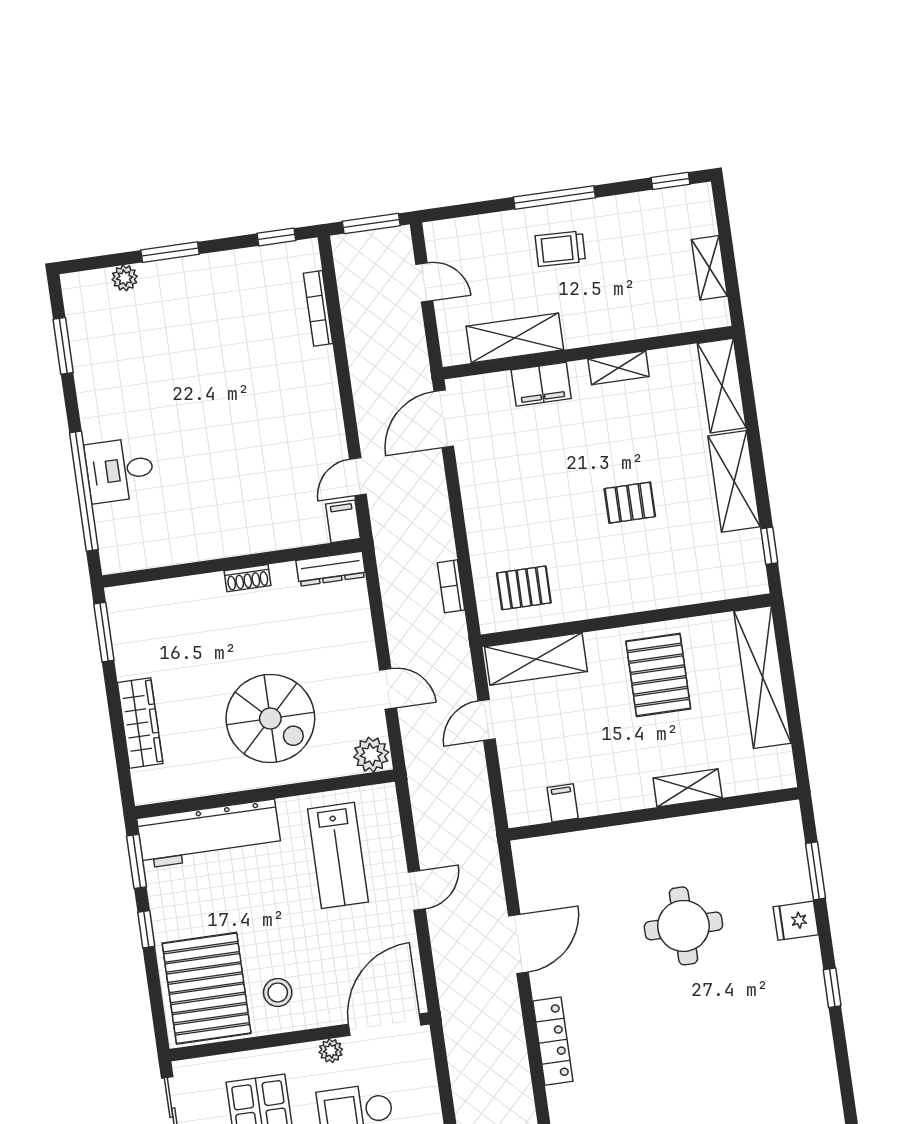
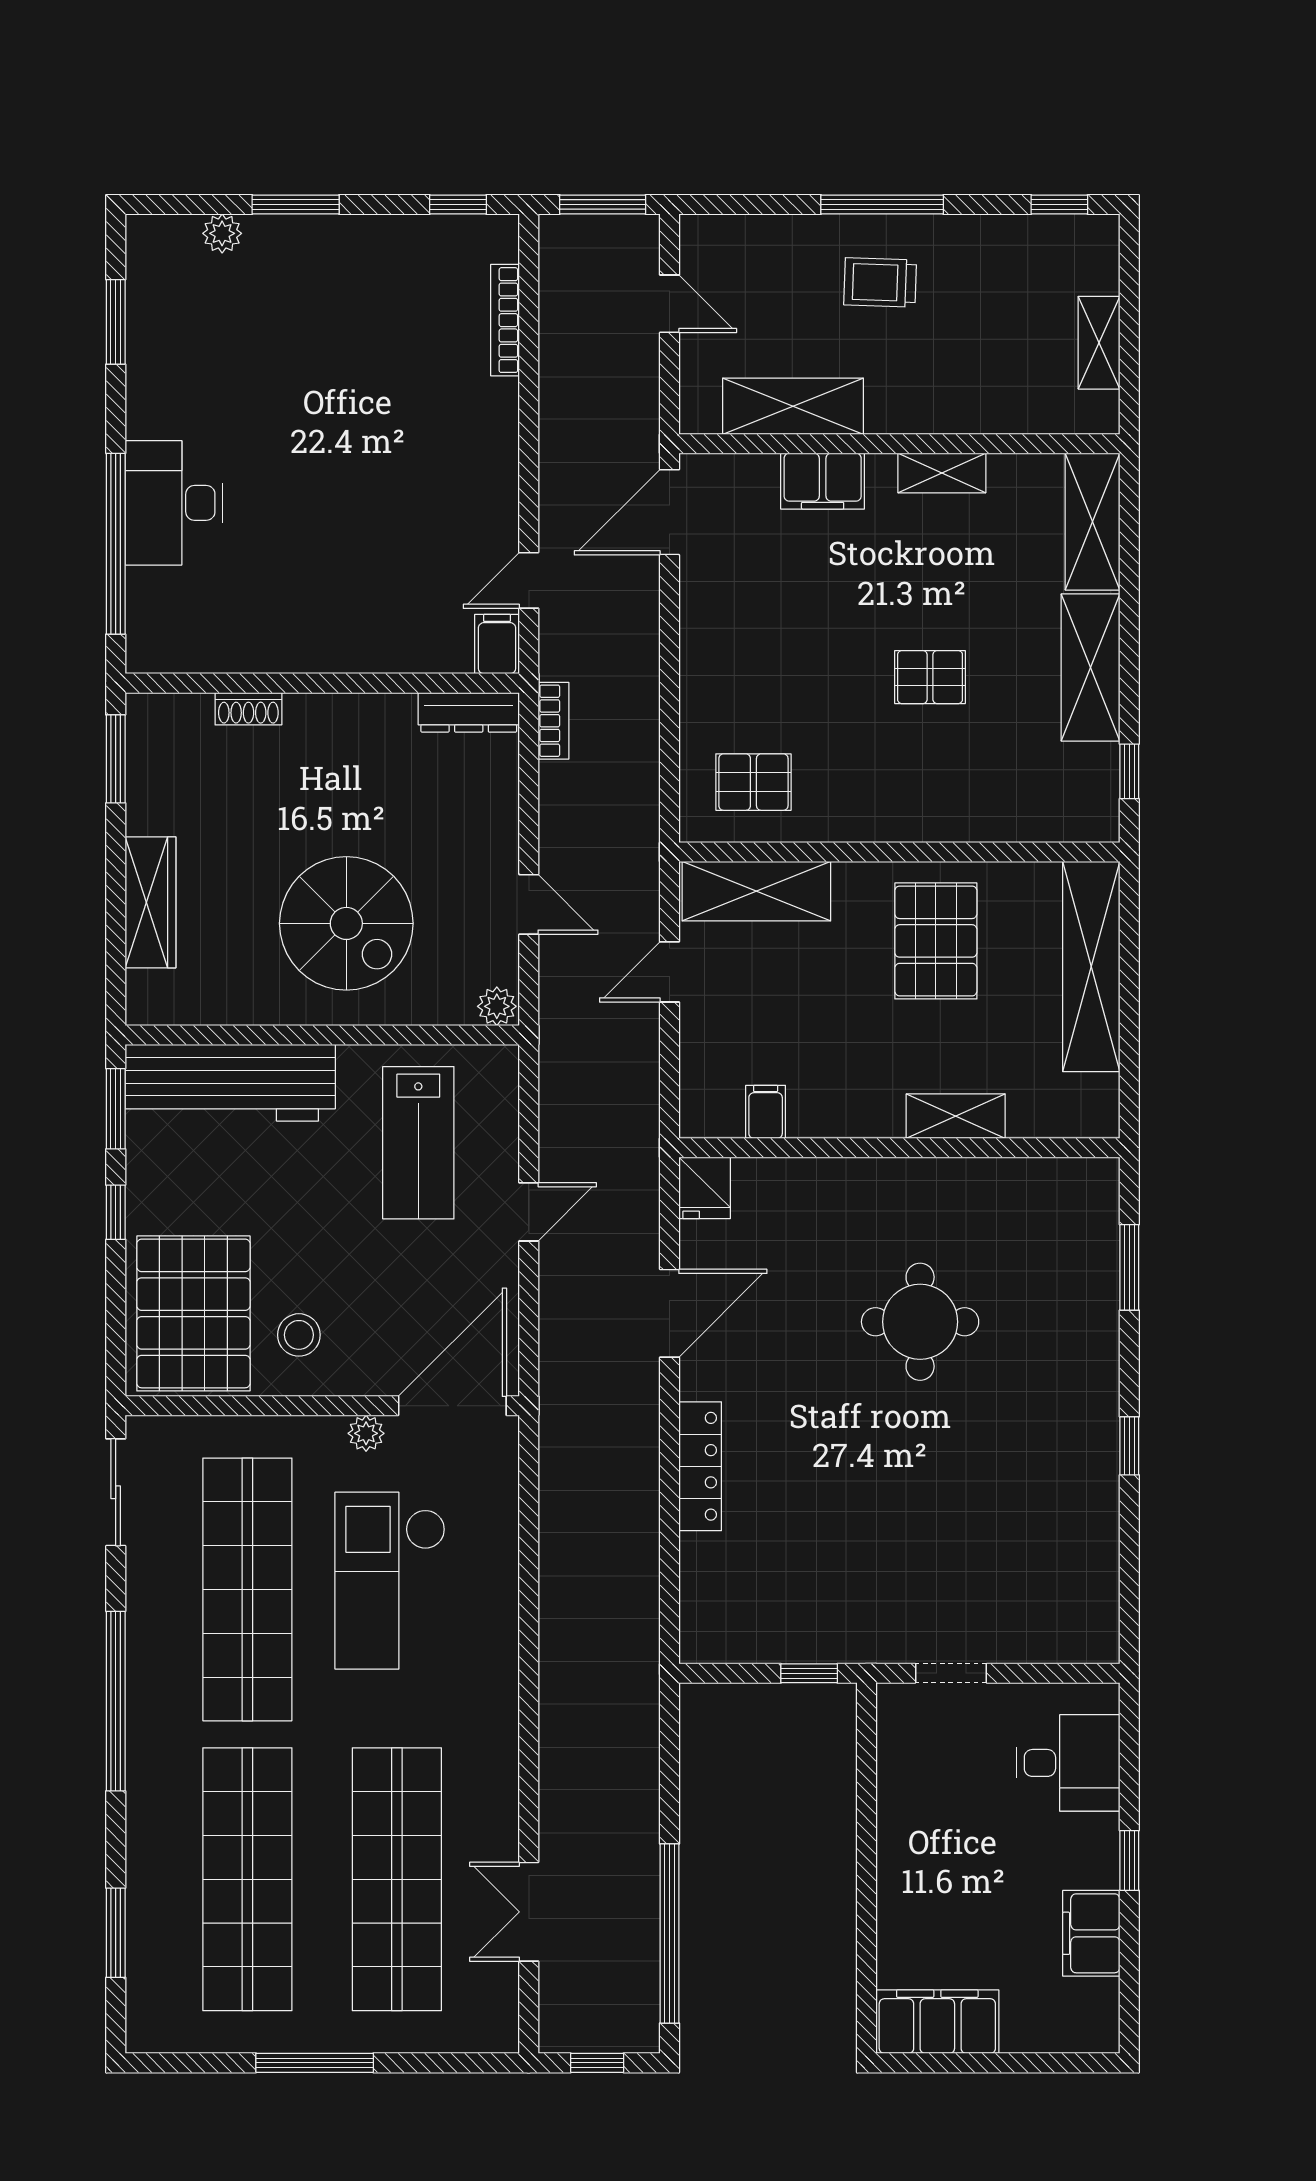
desk: (120, 470) -> (174, 503), width x1.37
shoe rack: (247, 578) -> (248, 709), moved
bookcase: (451, 586) -> (553, 721), moved, turned 180
plant: (371, 755) -> (497, 1006), width x0.73, depth x0.73
fridge: (796, 921) -> (705, 1188), moved, turned -90

